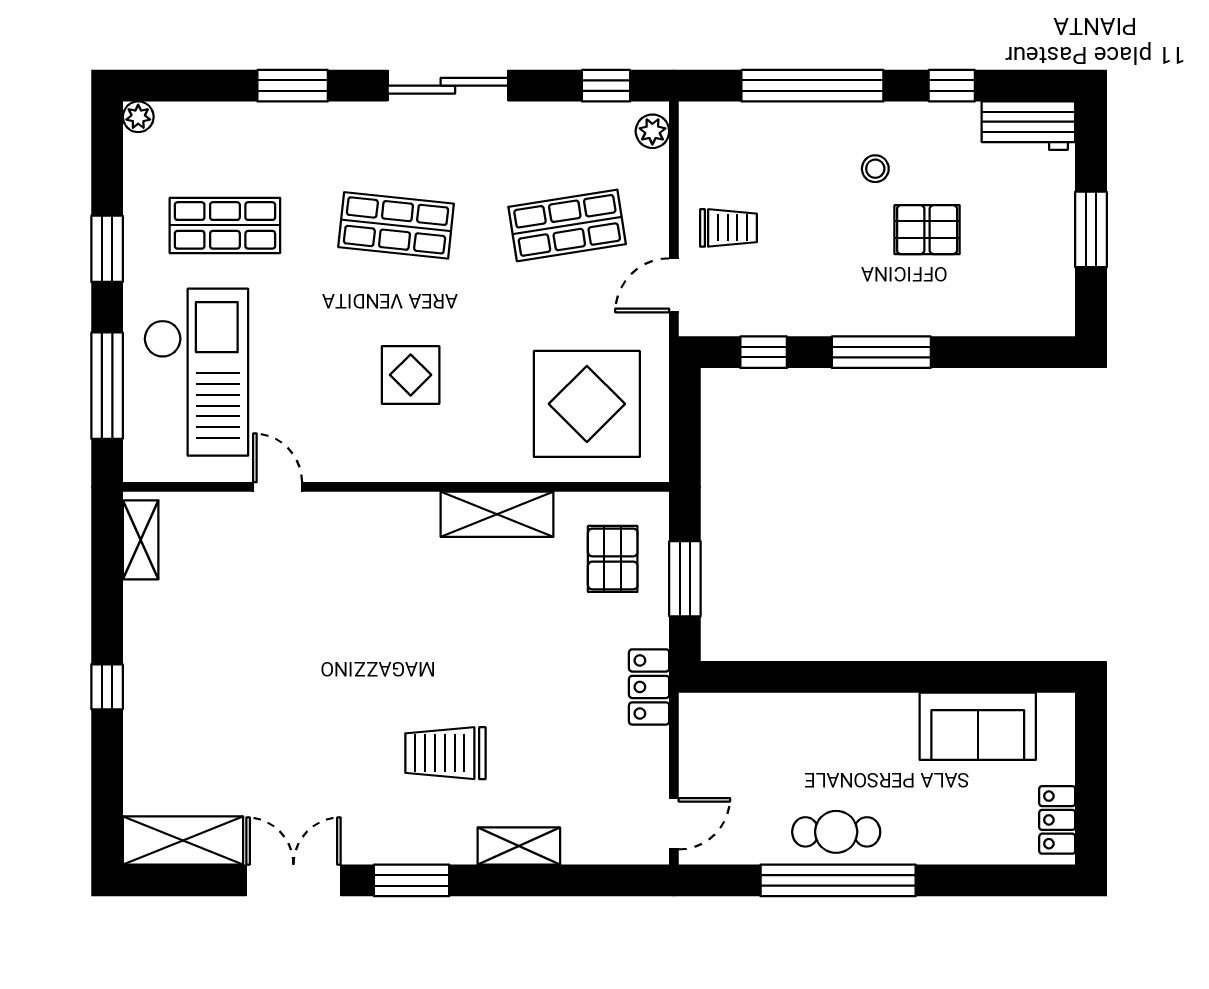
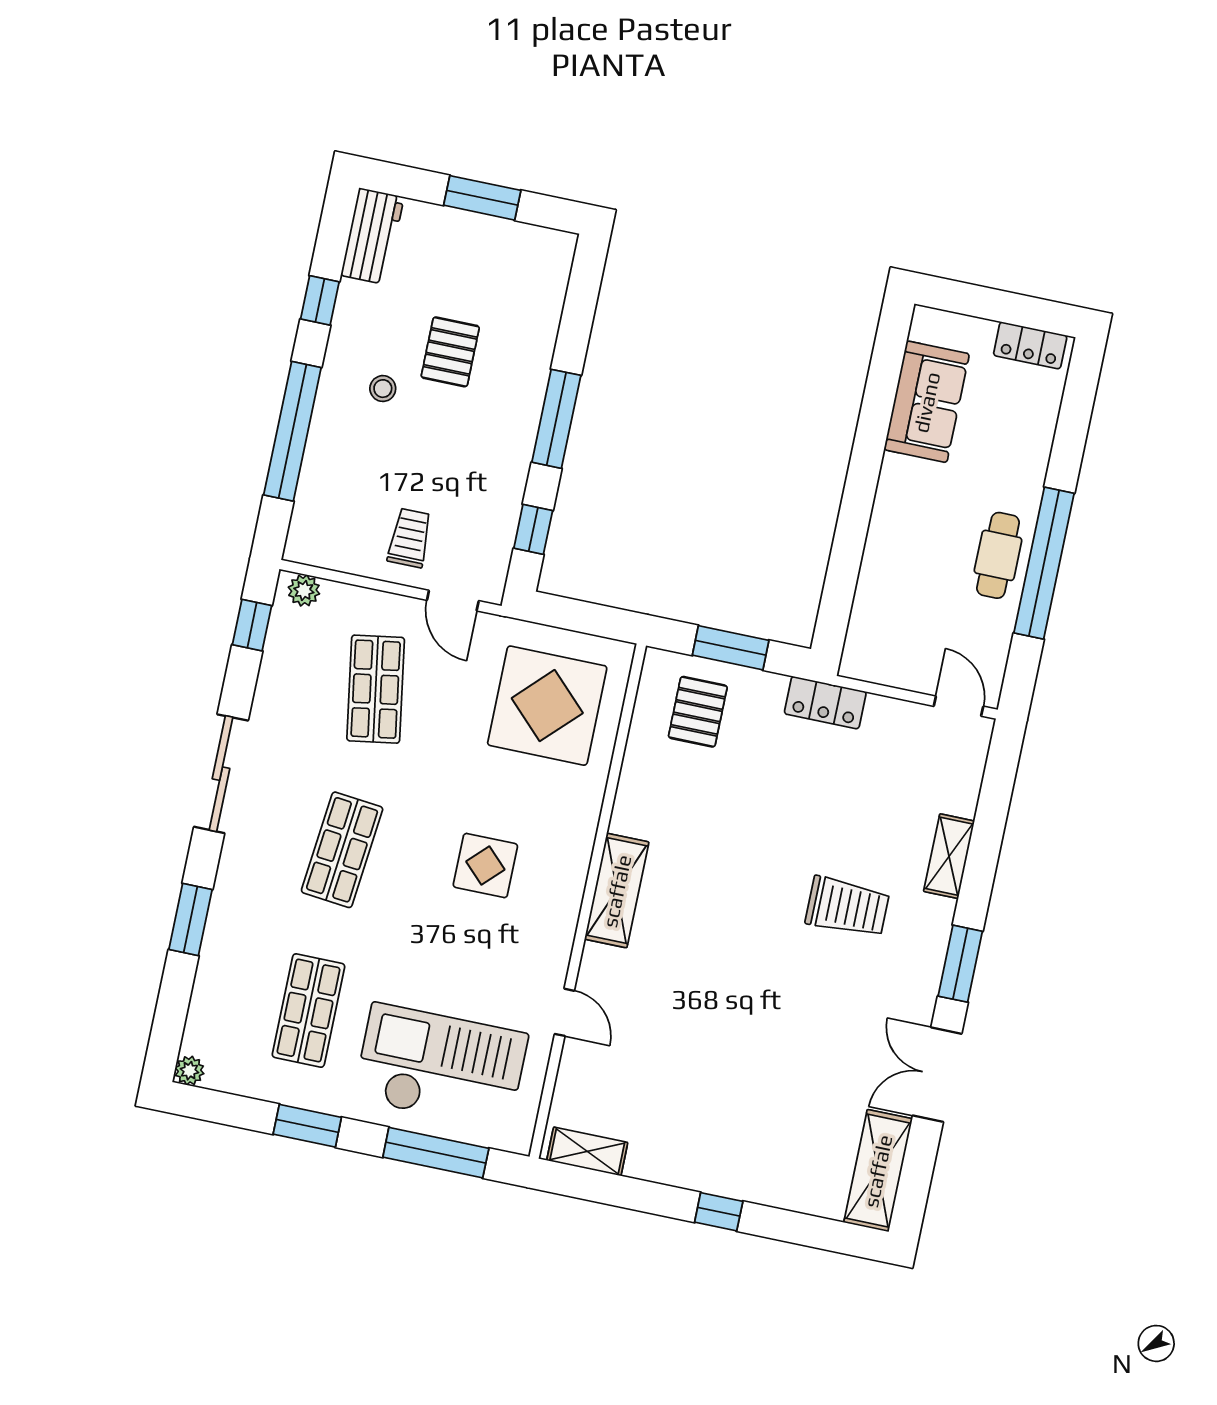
door: (278, 487) -> (564, 1012), swing flipped
shelving: (497, 514) -> (617, 891), moved
pallet: (613, 559) -> (698, 712), turned 90
trolley: (445, 753) -> (847, 907), turned -90

